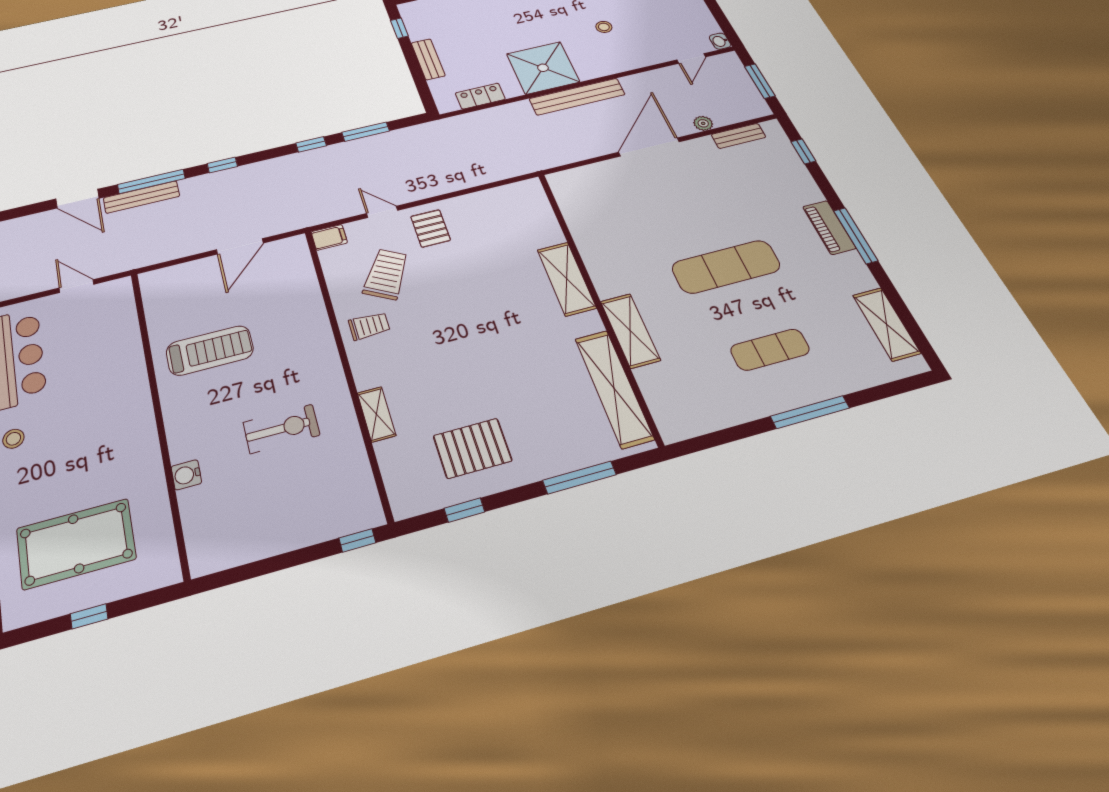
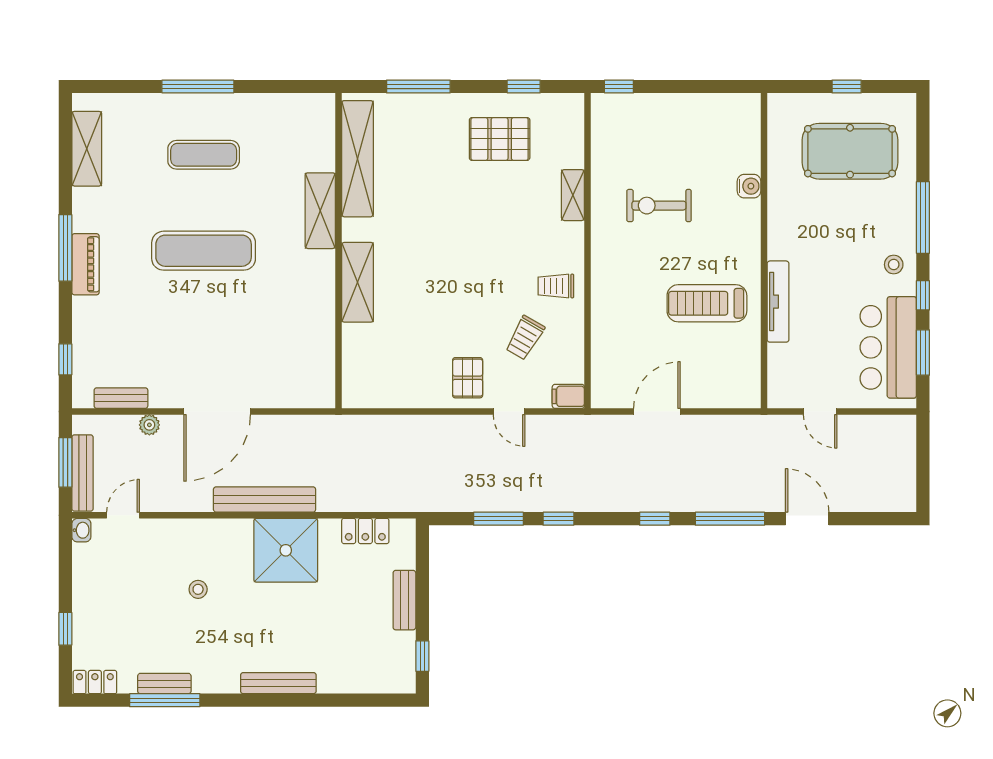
bench: (141, 197) -> (83, 473), moved, turned 90
trolley: (386, 274) -> (525, 338), width x0.73, depth x0.72
tv unit: (135, 371) -> (778, 302), added

